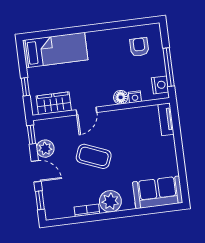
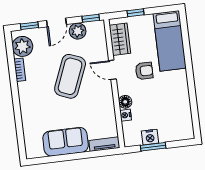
armchair: (139, 47) -> (144, 71), moved
window: (169, 67) -> (153, 147), width x0.69
nightstand: (160, 85) -> (150, 137), moved
coffee table: (94, 156) -> (70, 76), width x1.36, depth x1.32
sofa: (158, 192) -> (66, 142), moved, turned -90
plant: (110, 201) -> (22, 46), moved

